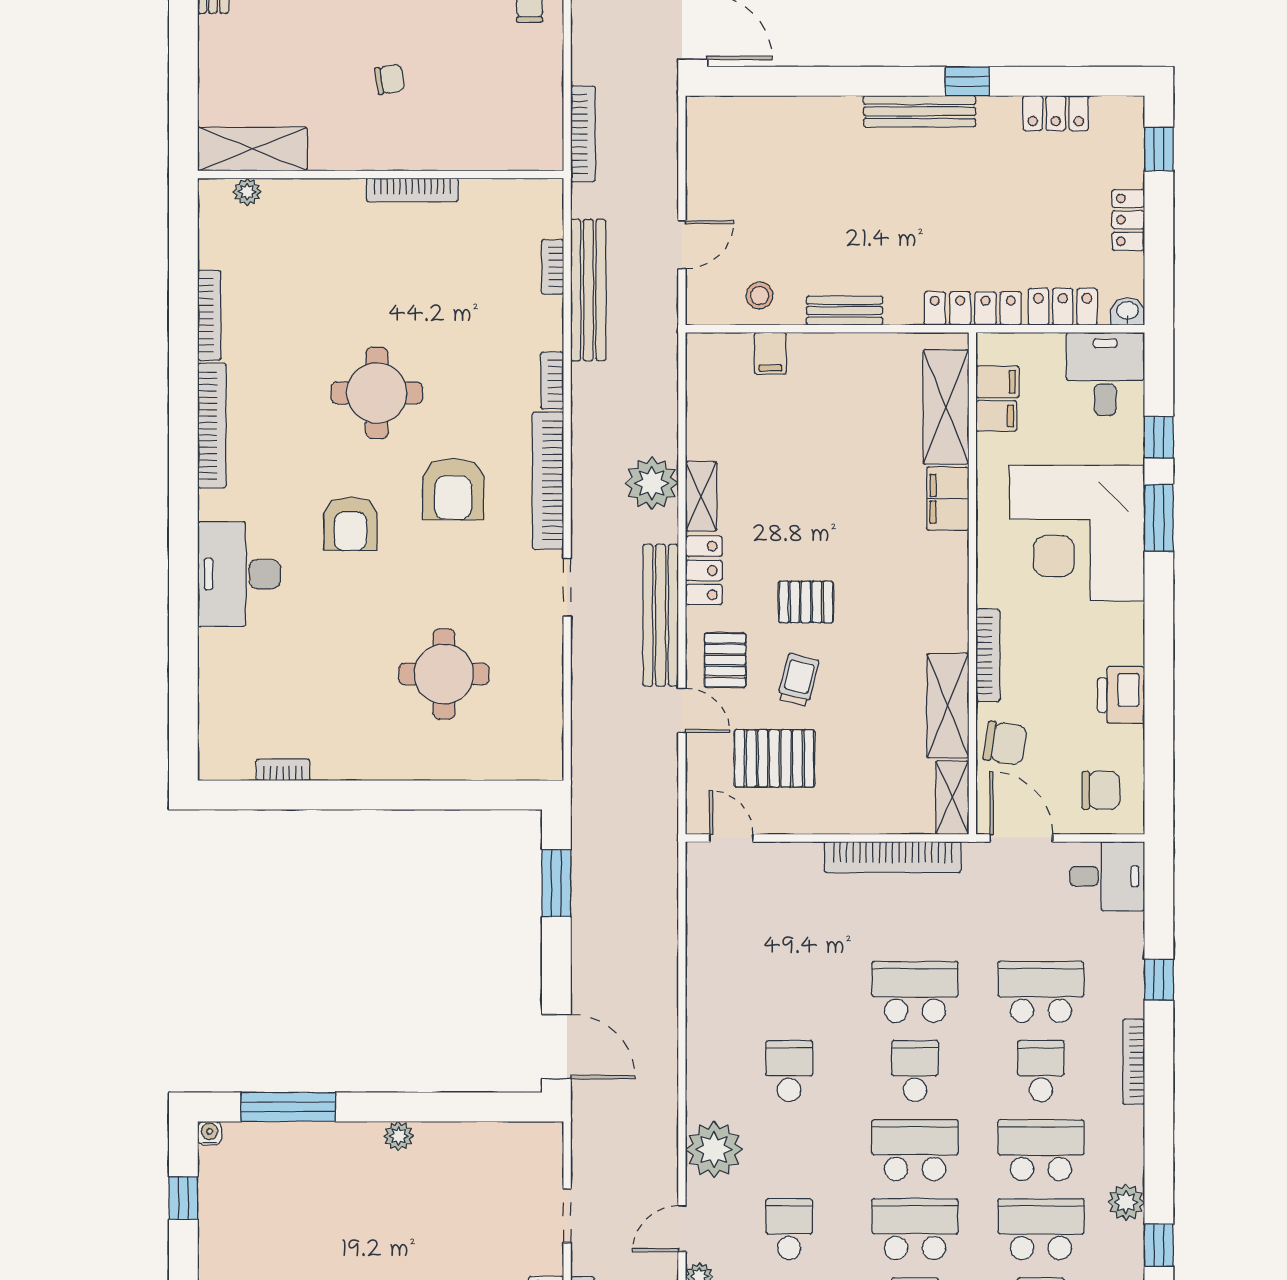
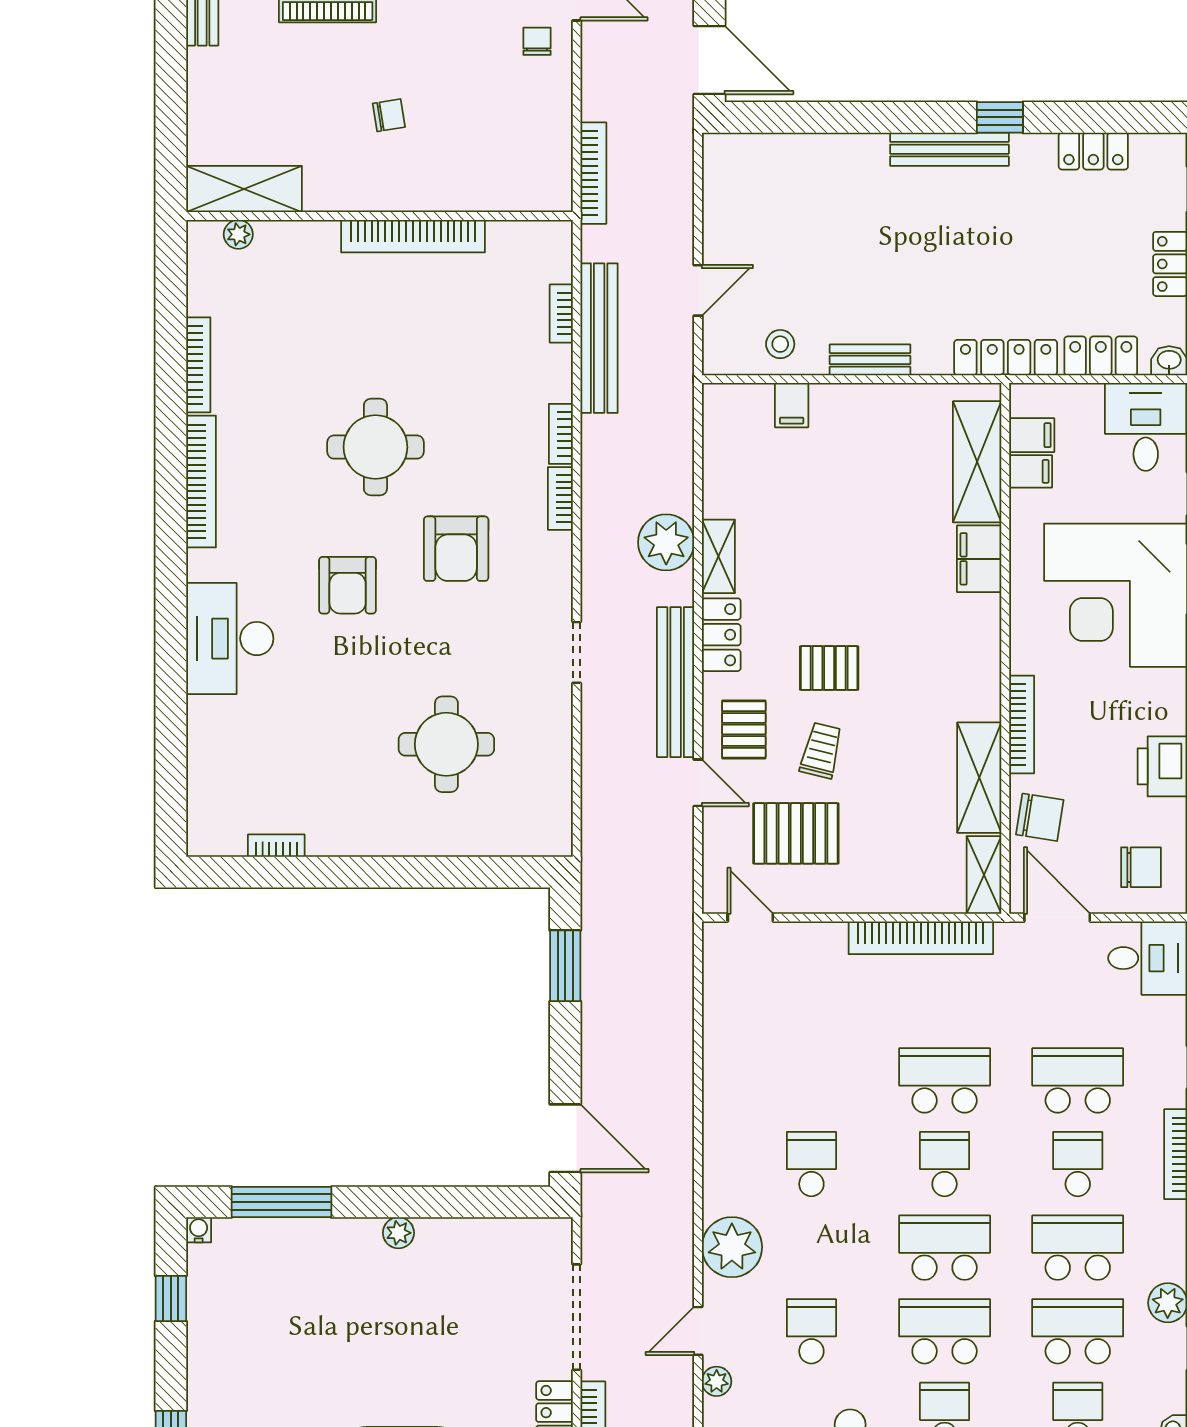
bookcase: (412, 190) -> (413, 236), width x1.48, depth x1.31
bookcase: (548, 481) -> (560, 498), width x0.43, depth x0.76
doorway: (567, 1216) -> (577, 1317), width x1.87

